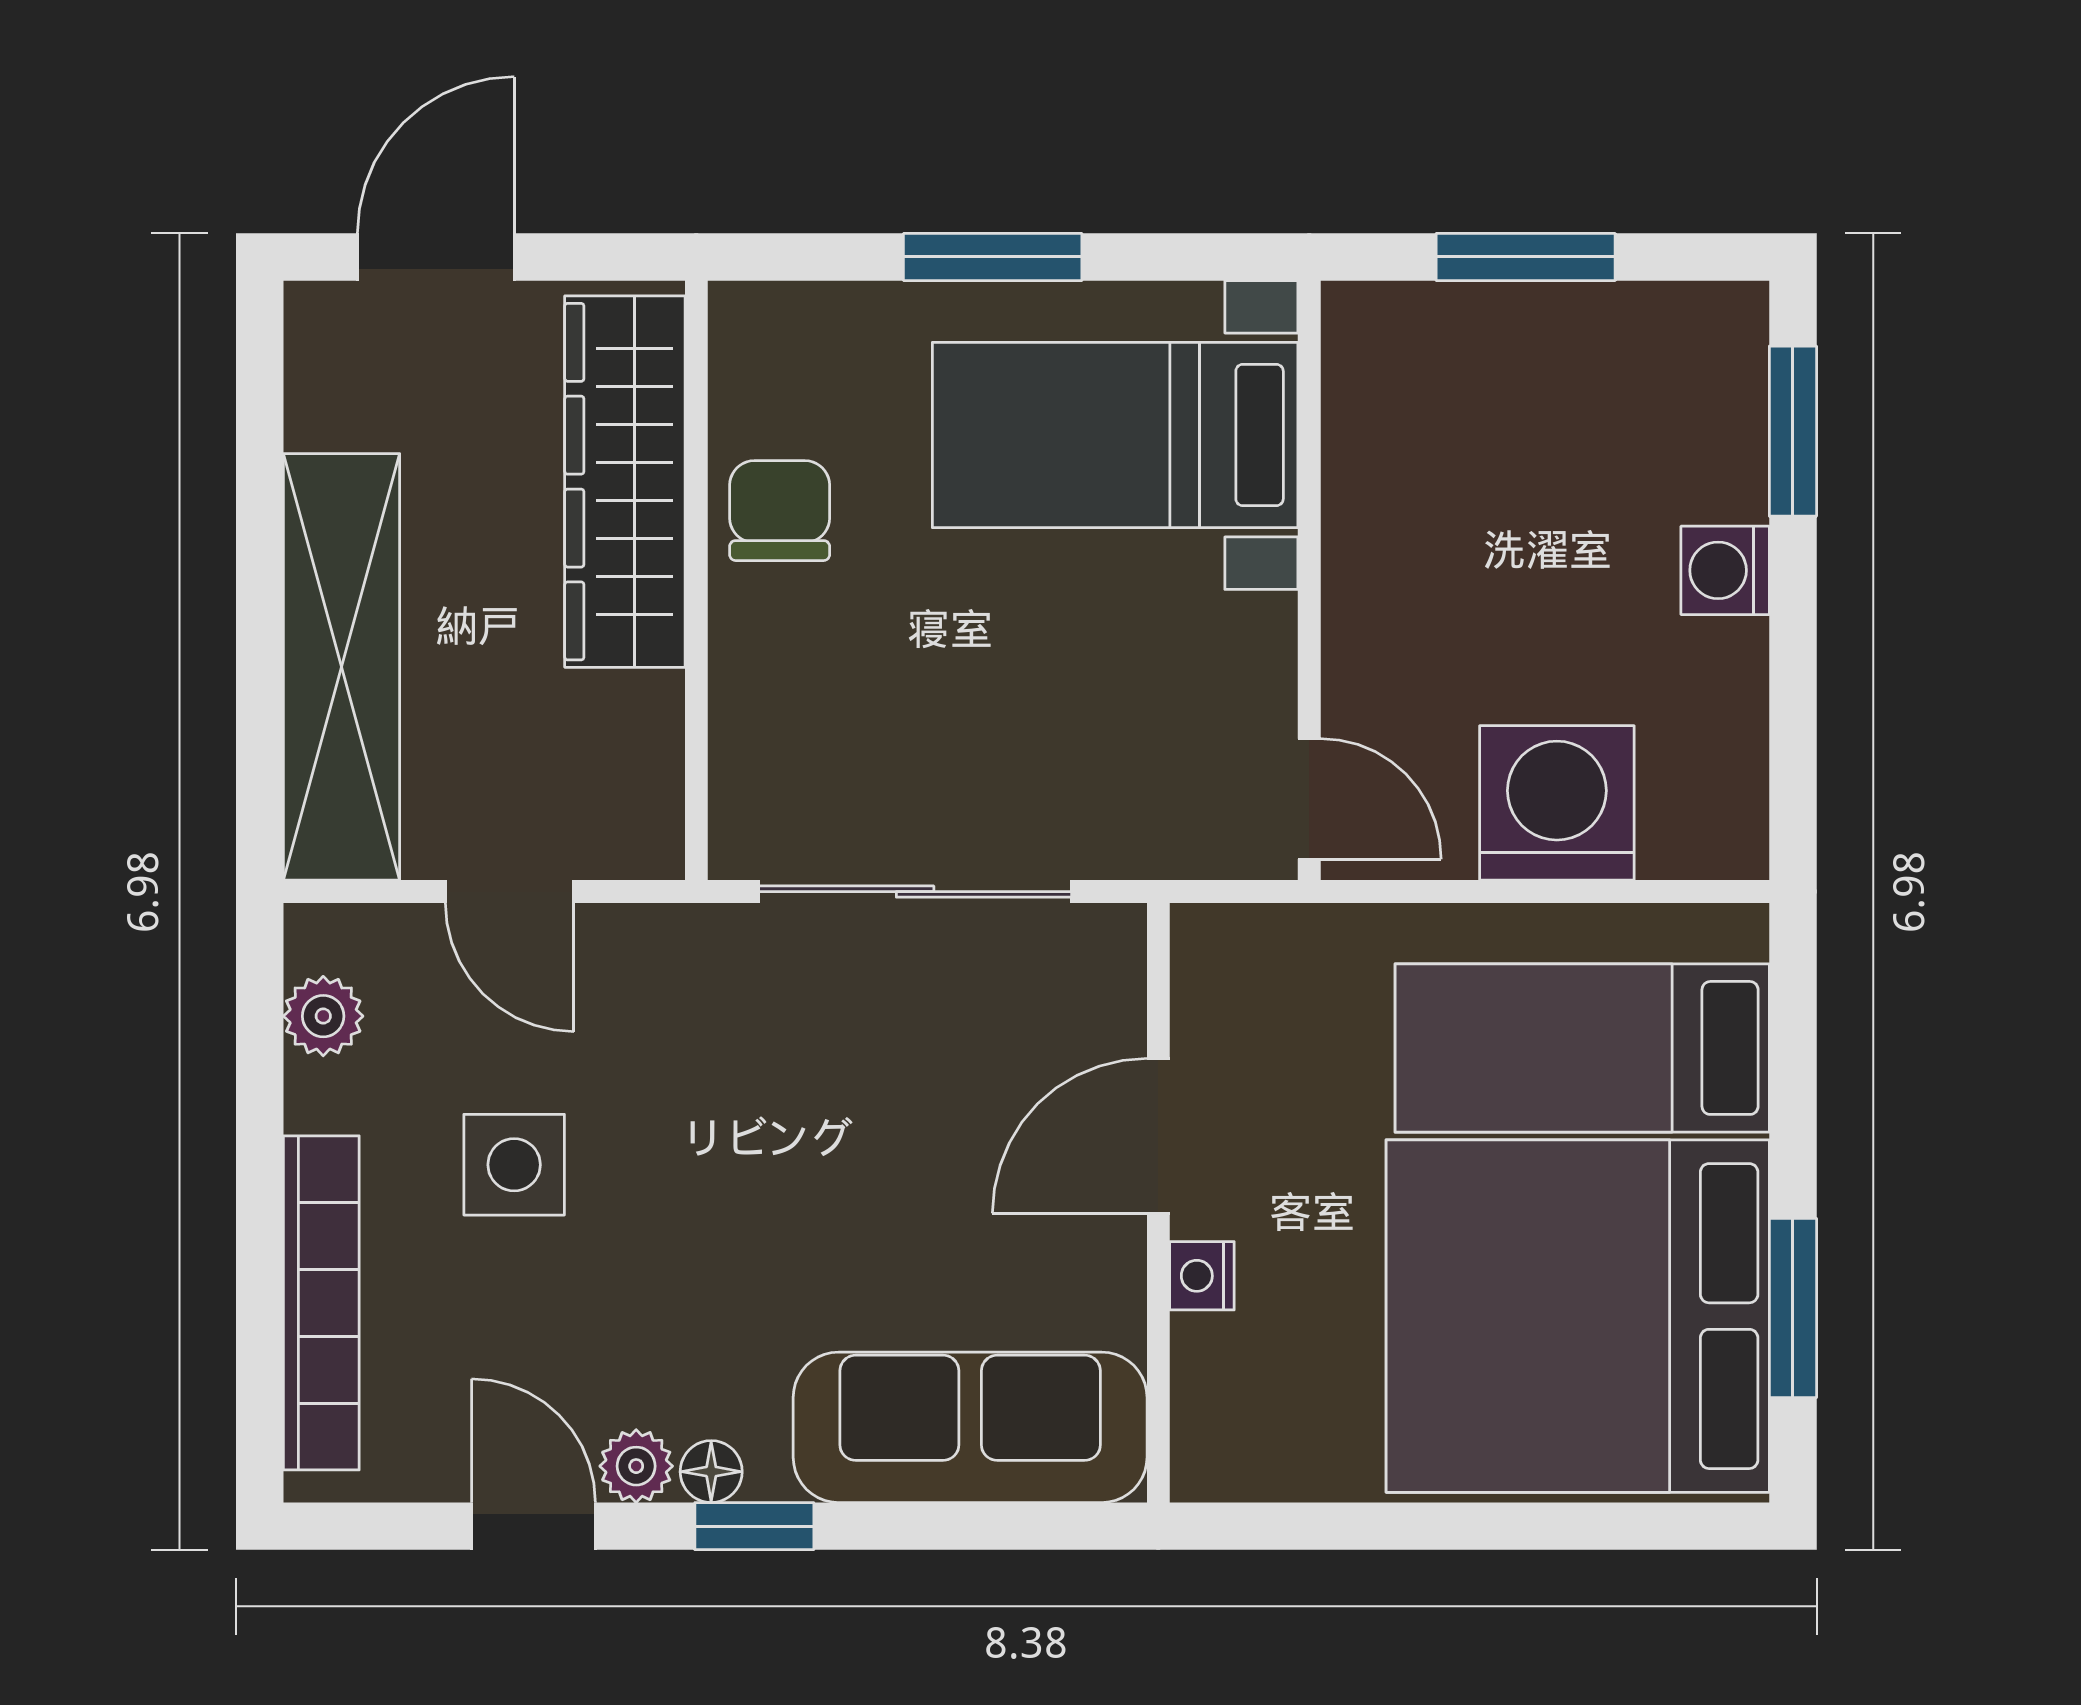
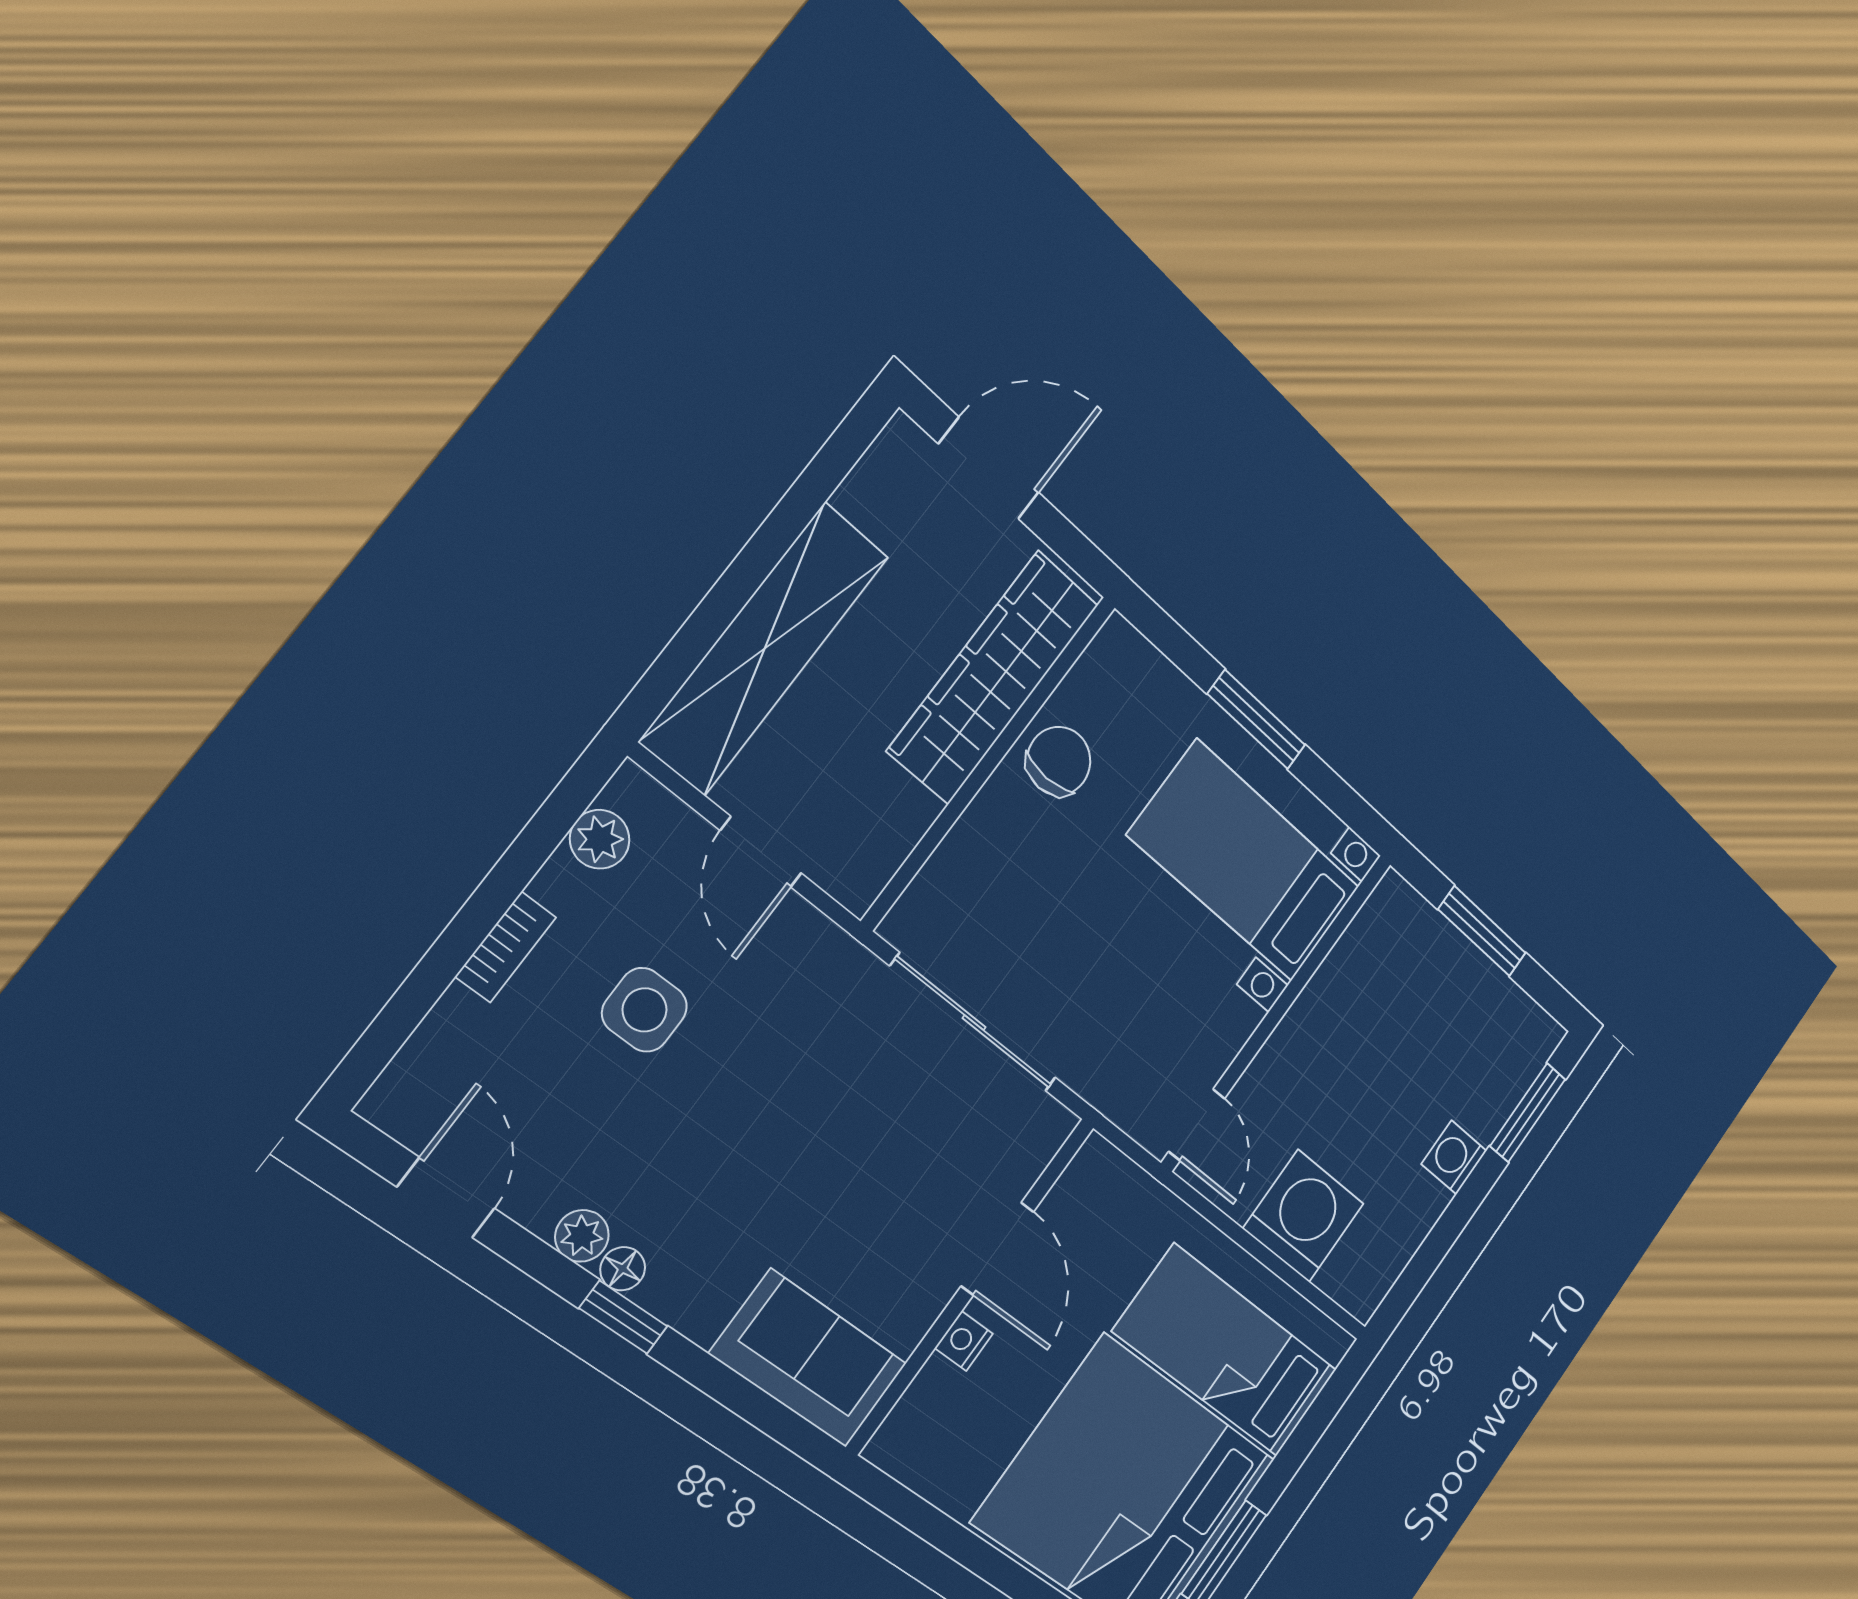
door: (1158, 1136) -> (997, 1249), swing flipped
bookcase: (321, 1303) -> (506, 947), width x0.43, depth x0.76
sofa: (970, 1427) -> (809, 1359), width x0.73
door: (534, 1526) -> (446, 1198), moved

